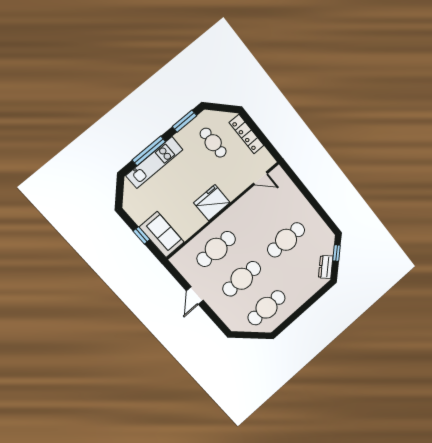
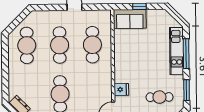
fridge: (212, 203) -> (121, 89), moved, width x0.53, depth x0.75

